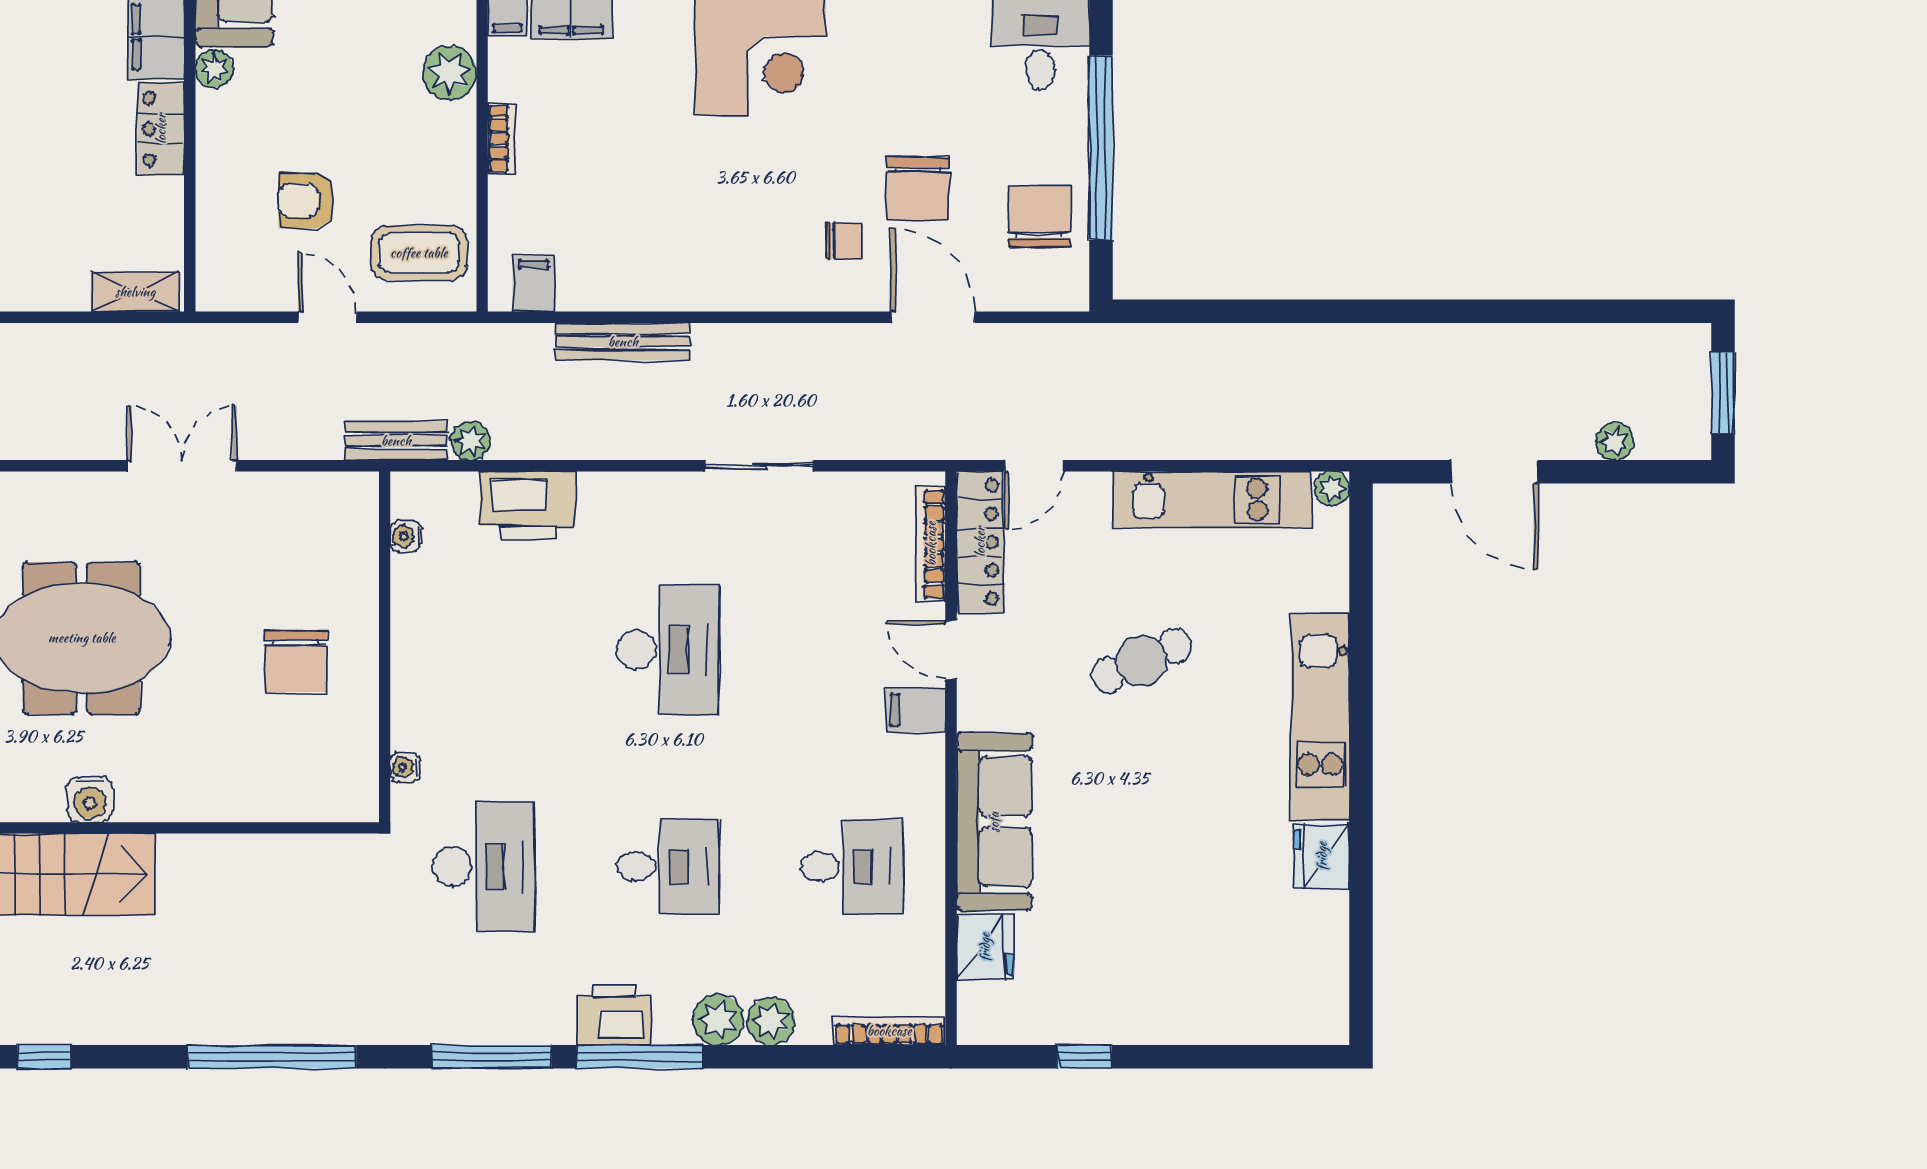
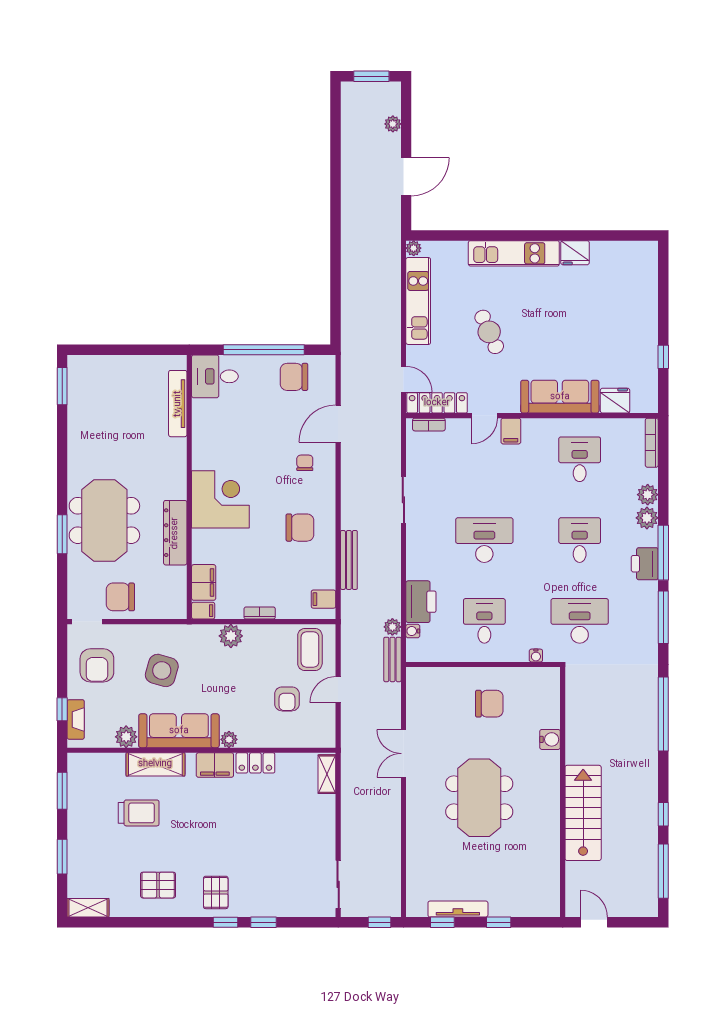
chair: (918, 188) -> (300, 528), moved
water cooler: (406, 536) -> (413, 631), moved, turned 90
bookcase: (931, 544) -> (429, 425), width x0.64
desk: (484, 650) -> (484, 621), added
water cooler: (90, 799) -> (550, 739), moved

